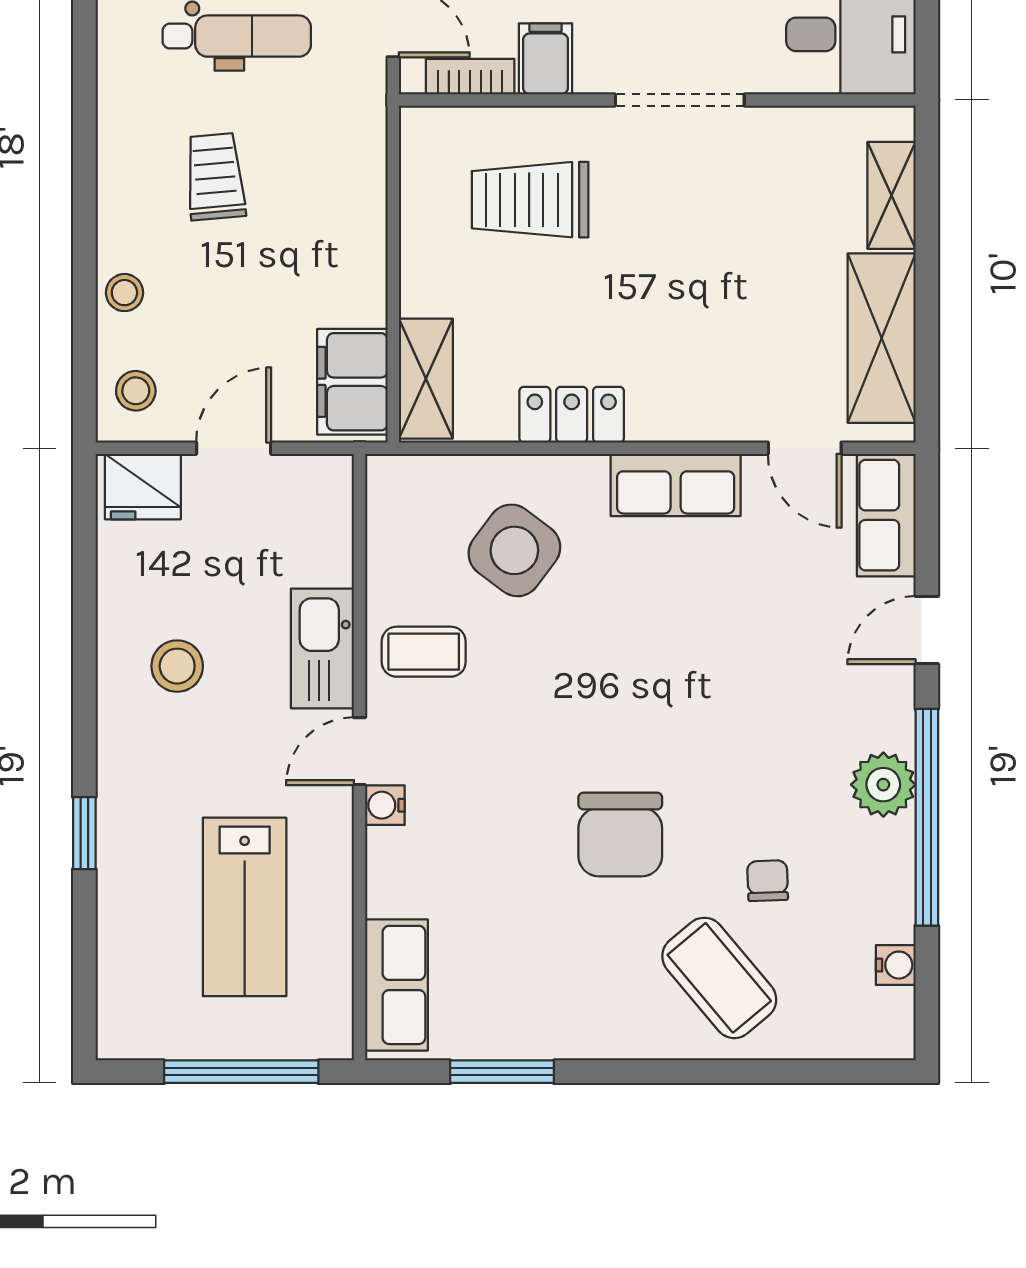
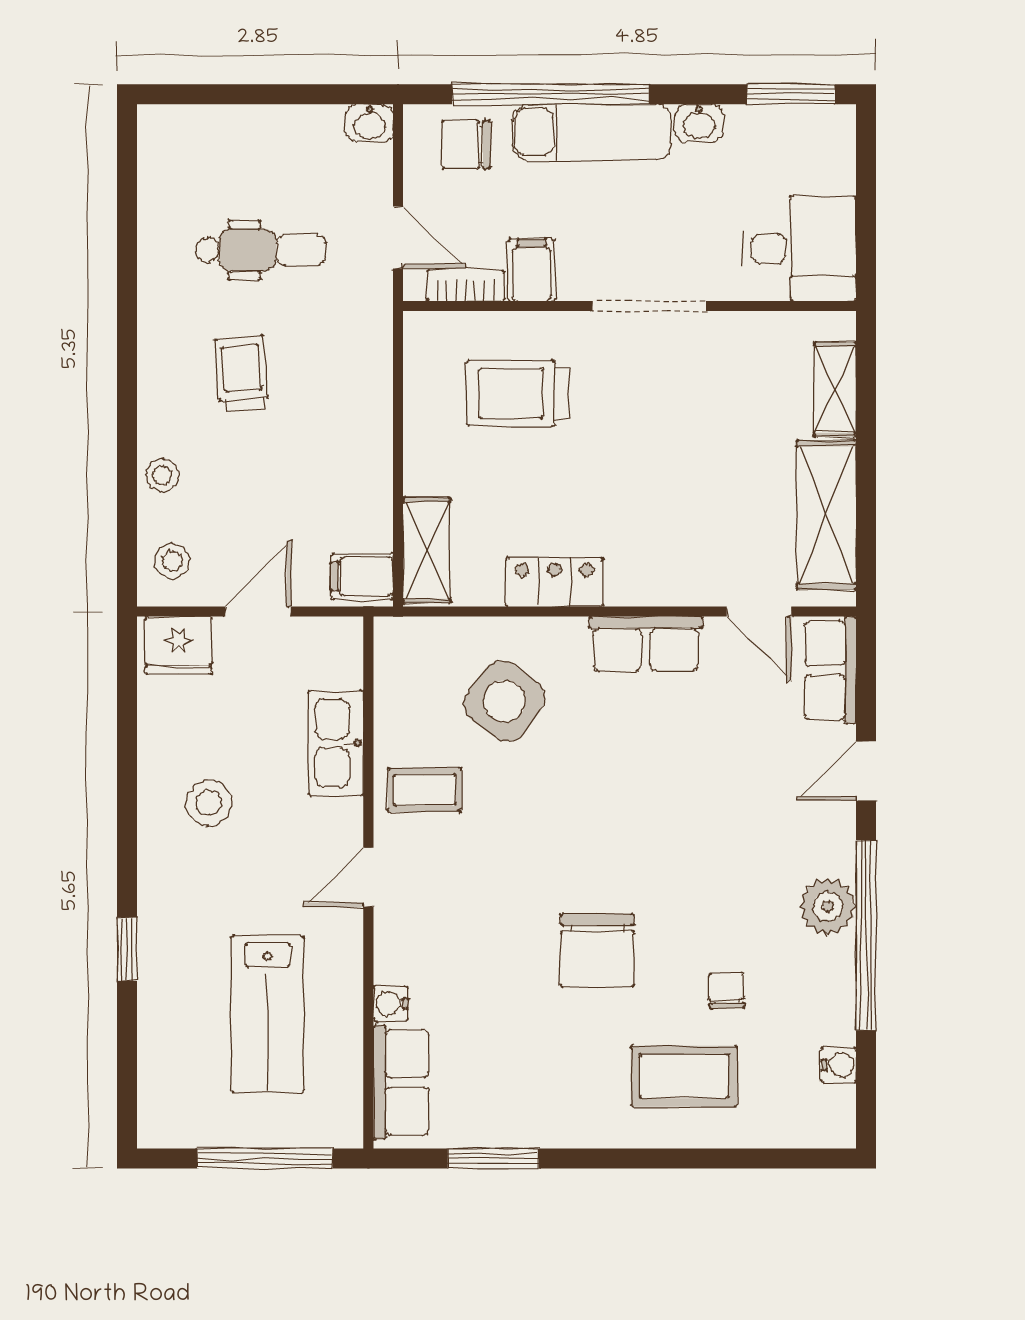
filing cabinet: (352, 382) -> (362, 576), width x0.50
kitchen sink: (322, 649) -> (336, 743), moved
water cooler: (385, 805) -> (391, 1004), moved
coffee table: (719, 978) -> (684, 1076), turned -50

